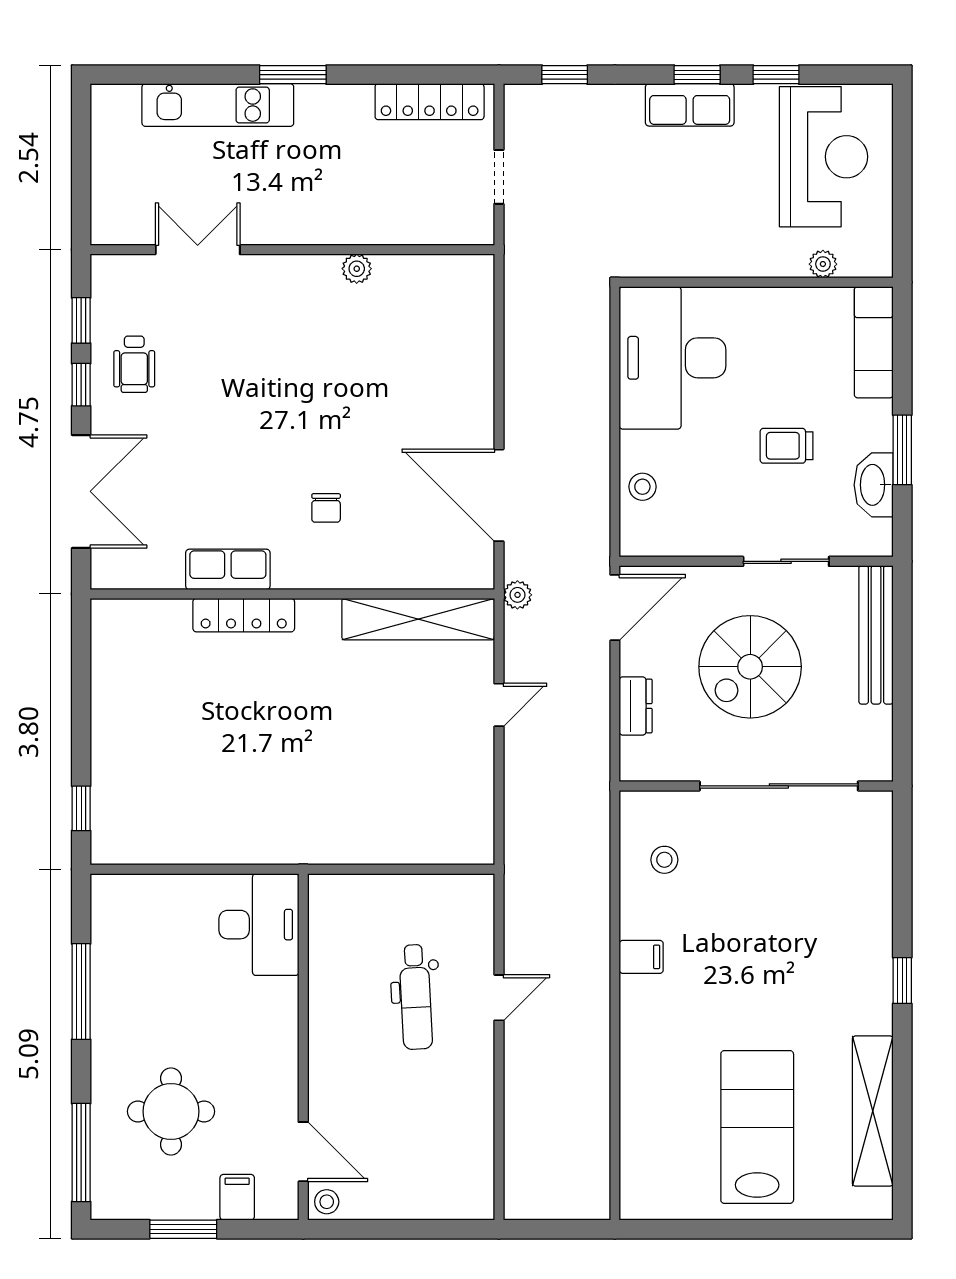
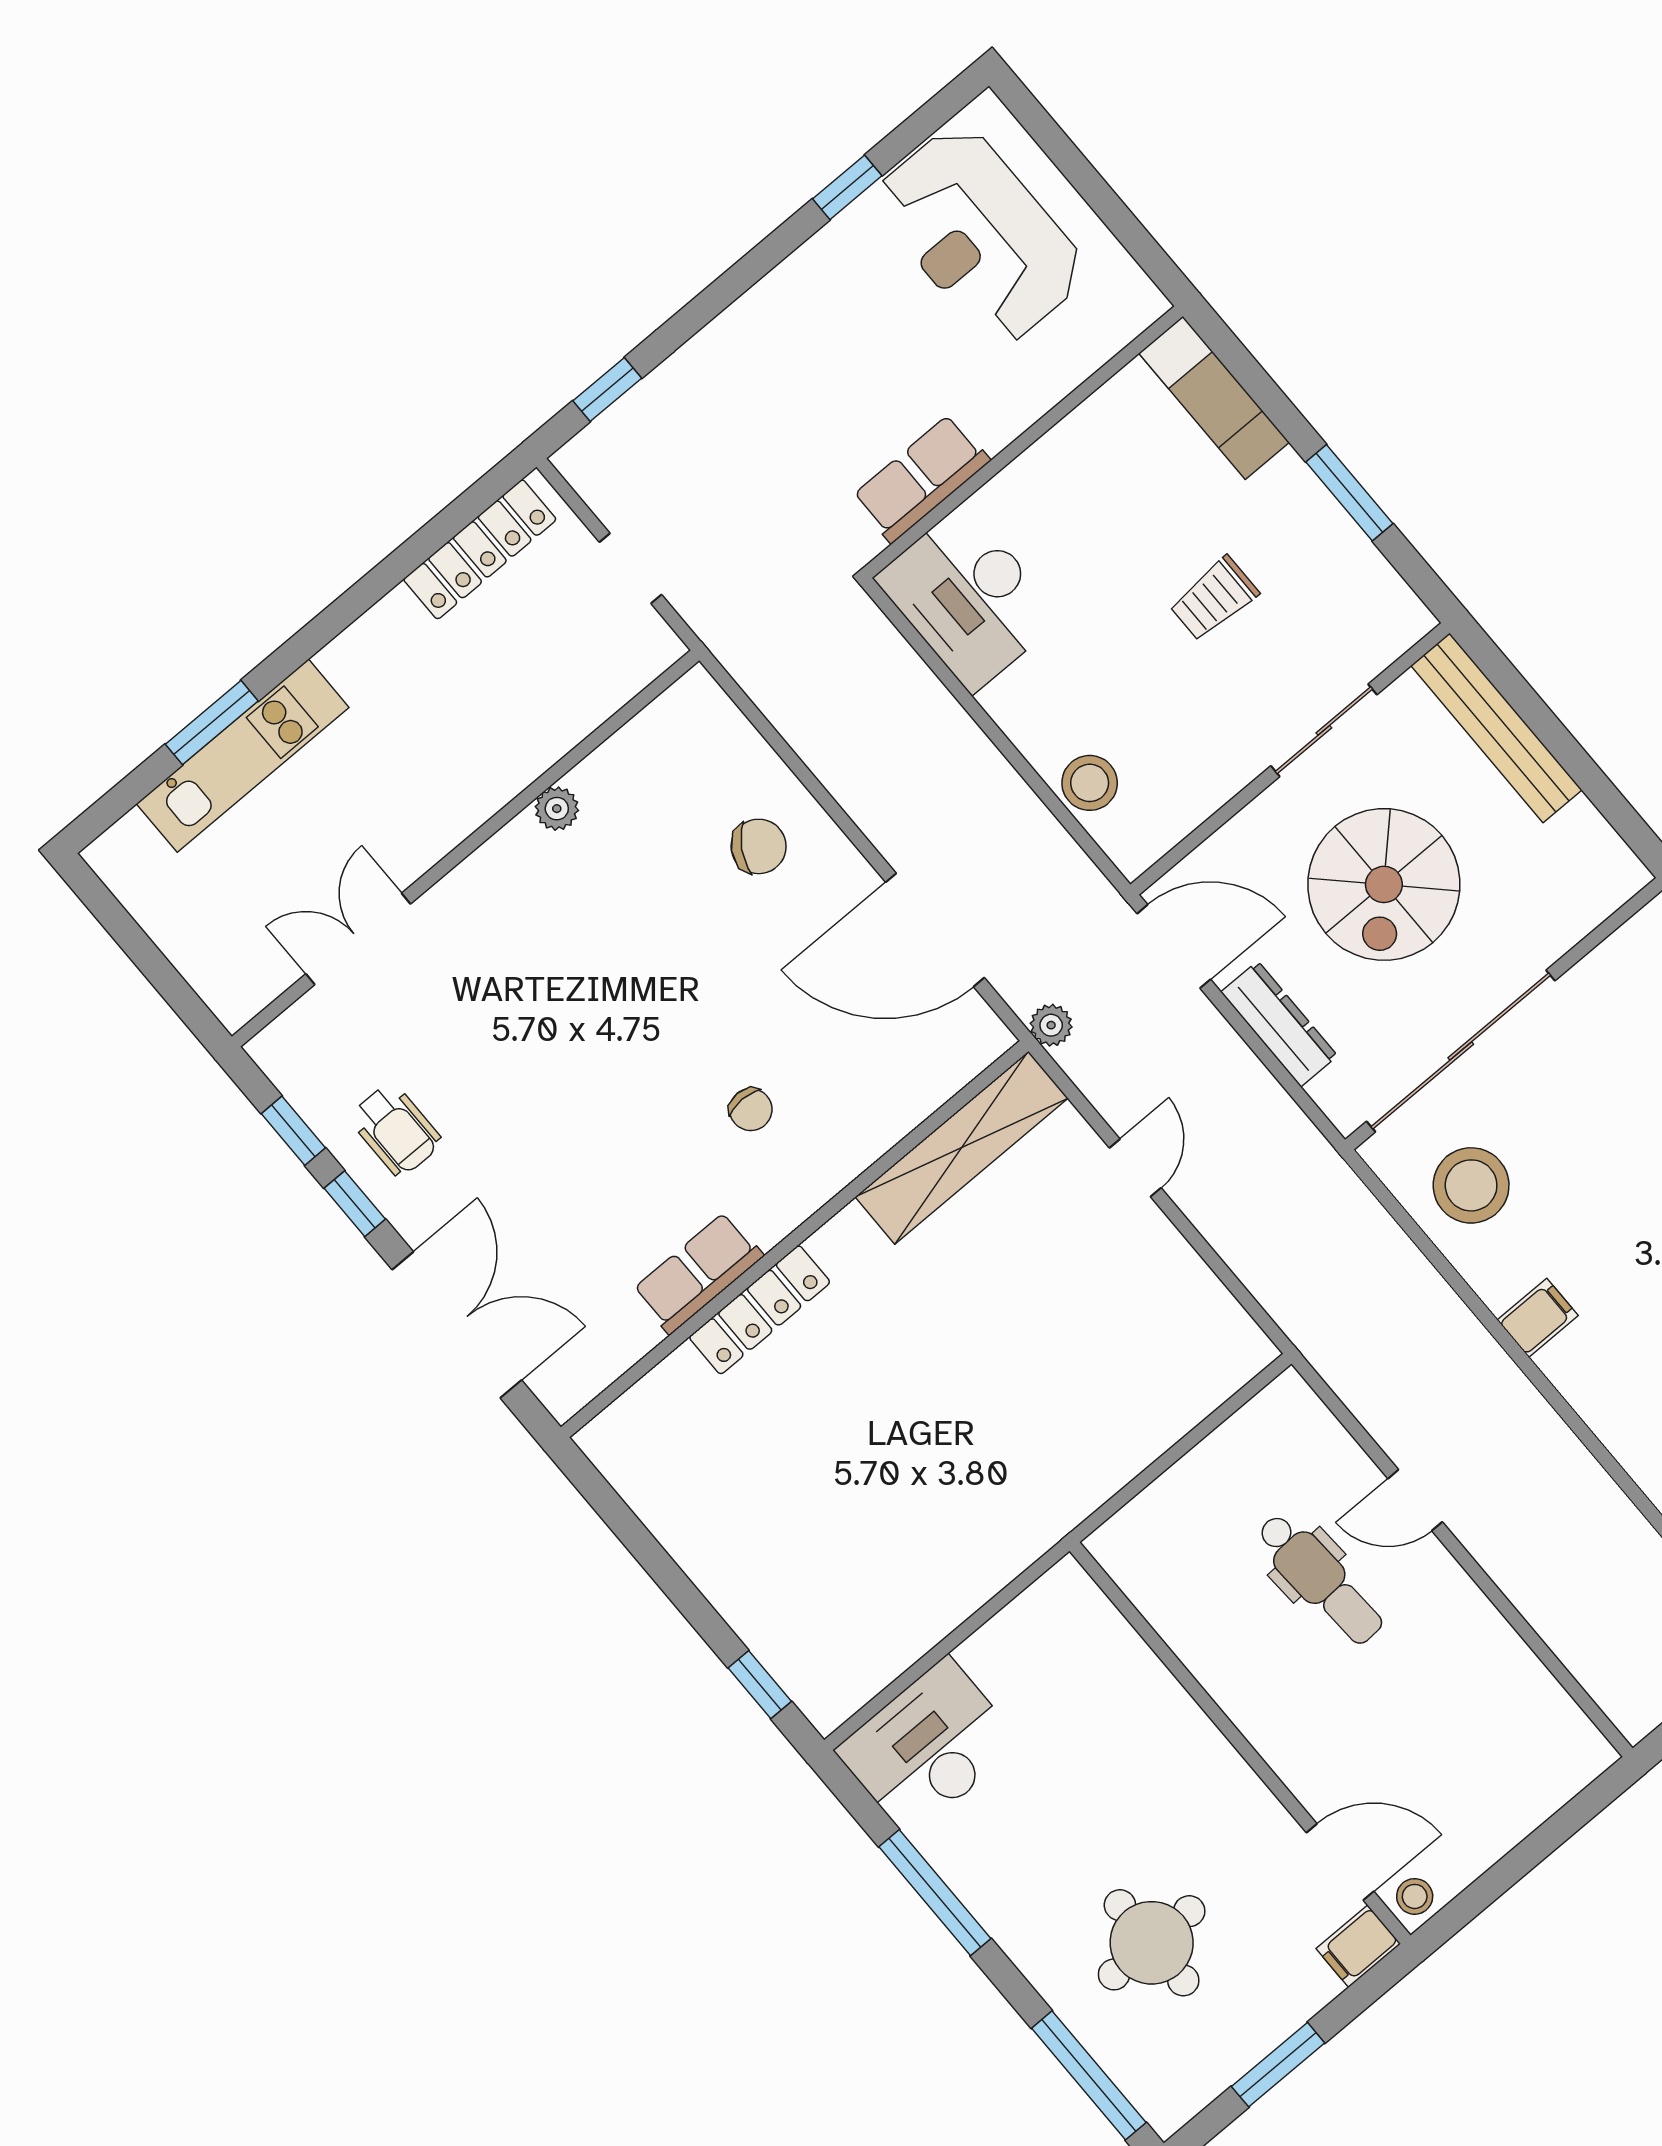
window: (293, 75) -> (212, 723), moved
window: (697, 75) -> (758, 263), removed
row of seats: (690, 105) -> (921, 479), moved, turned 180
reception desk: (824, 157) -> (980, 235), turned 180
plant: (823, 264) -> (1082, 358), removed
desk: (673, 358) -> (968, 598), width x0.73, depth x0.77
chair: (444, 376) -> (759, 846), added
washbasin: (874, 485) -> (1350, 560), removed
stool: (642, 487) -> (1090, 783), width x1.37, depth x1.37
door: (615, 608) -> (1174, 946), hinge flipped
dresser: (636, 706) -> (1279, 1024), width x1.44
sliding door: (779, 786) -> (1461, 1051), moved
stool: (664, 860) -> (1471, 1185), width x1.89, depth x1.89
desk: (259, 925) -> (929, 1747), moved, turned -90
door: (499, 998) -> (1415, 1500), swing flipped
filing cabinet: (237, 1197) -> (1358, 1946), moved, turned -90

